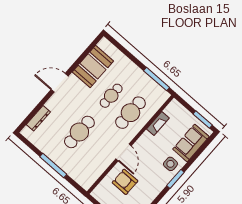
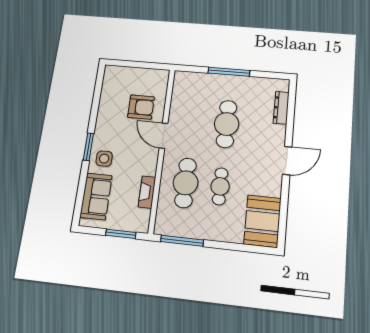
booth: (93, 66) -> (263, 221), moved
window: (203, 119) -> (121, 234), moved

